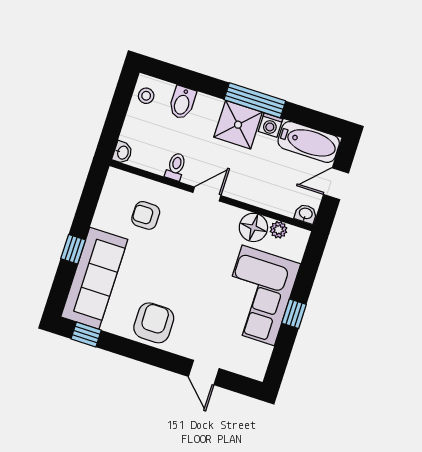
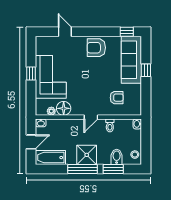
window: (196, 81) -> (113, 169), added
washing machine: (270, 125) -> (71, 160), removed
armchair: (154, 323) -> (96, 48), turned 90

